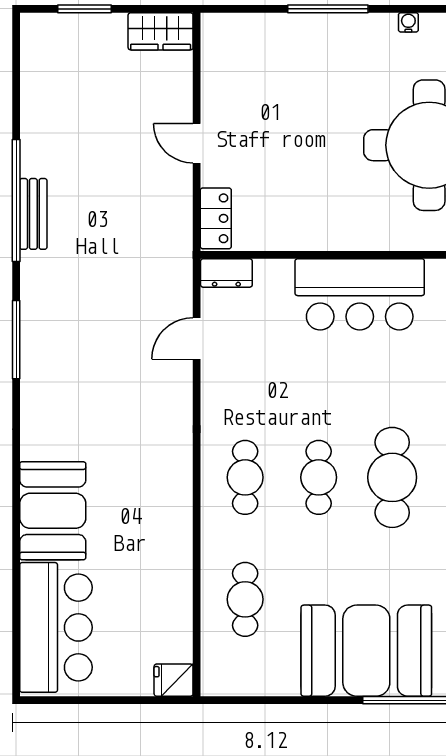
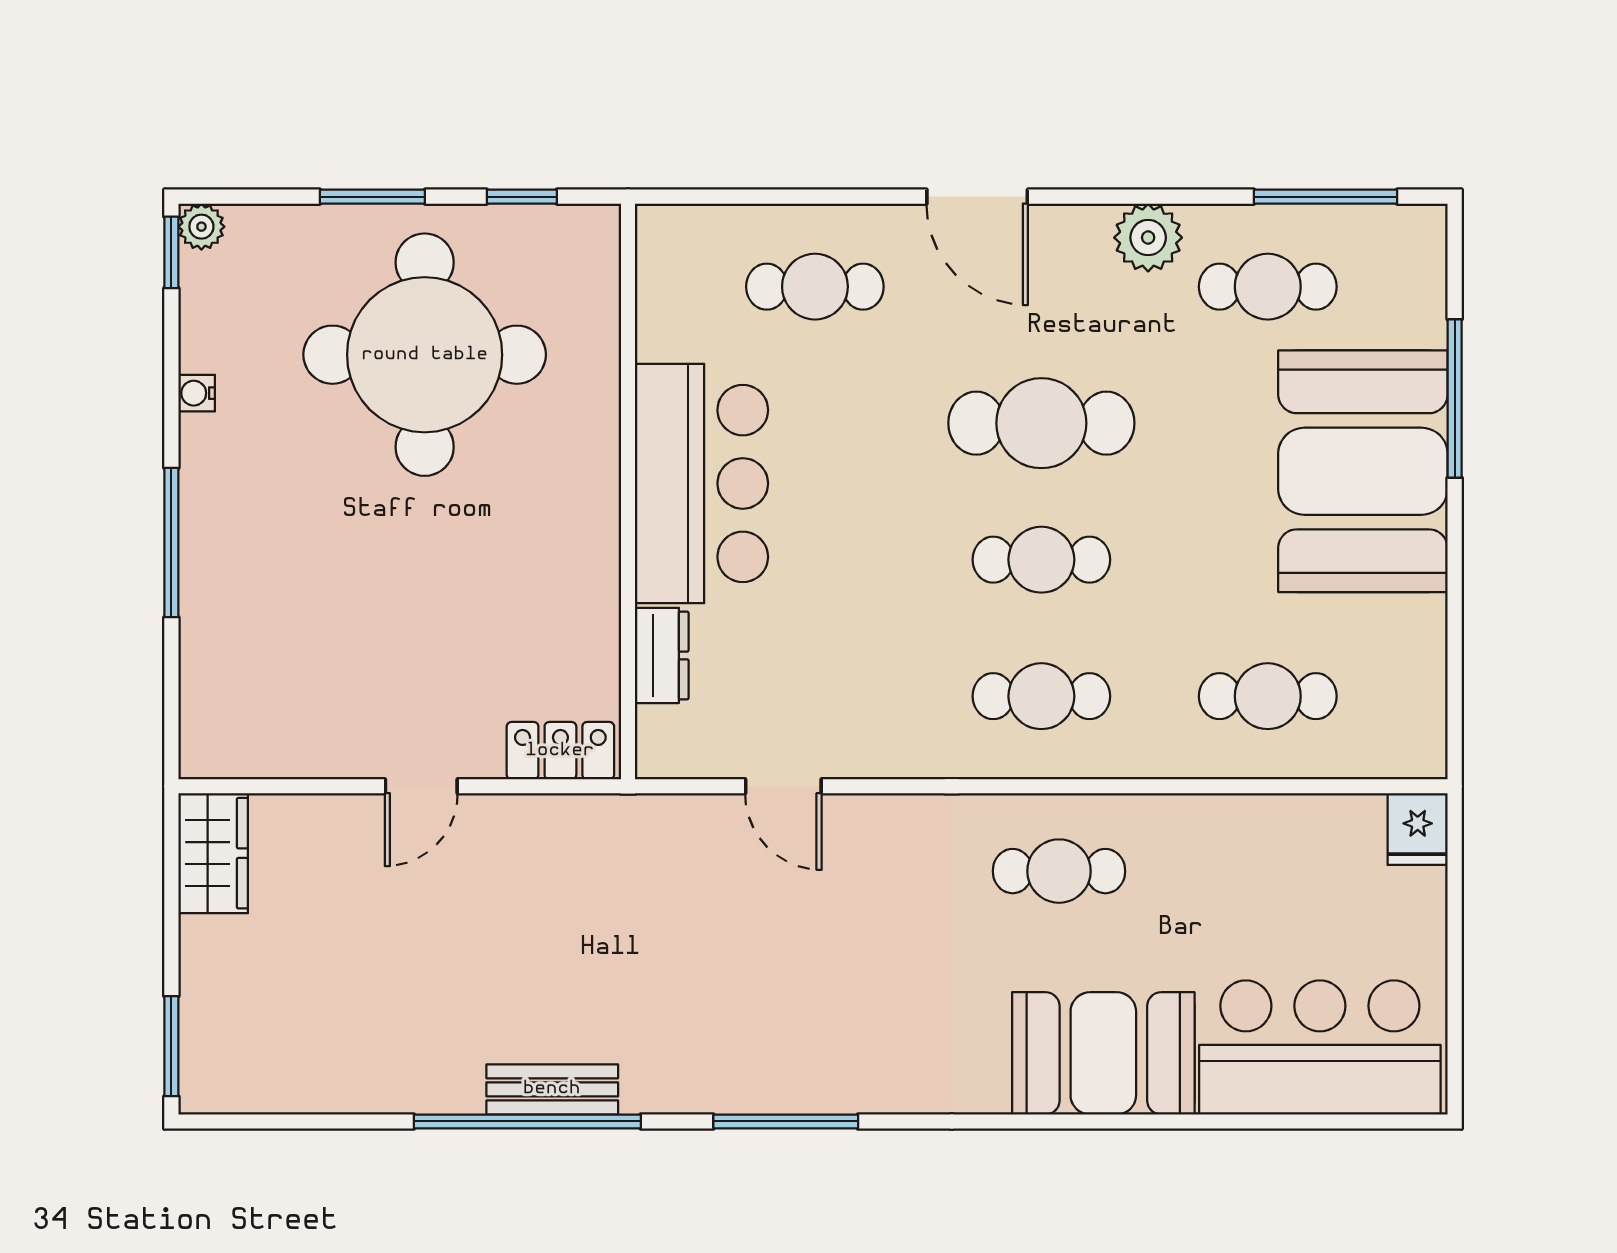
window: (85, 9) -> (171, 1046), moved
dresser: (226, 273) -> (662, 655), moved
cafe table: (151, 487) -> (1059, 871), added

